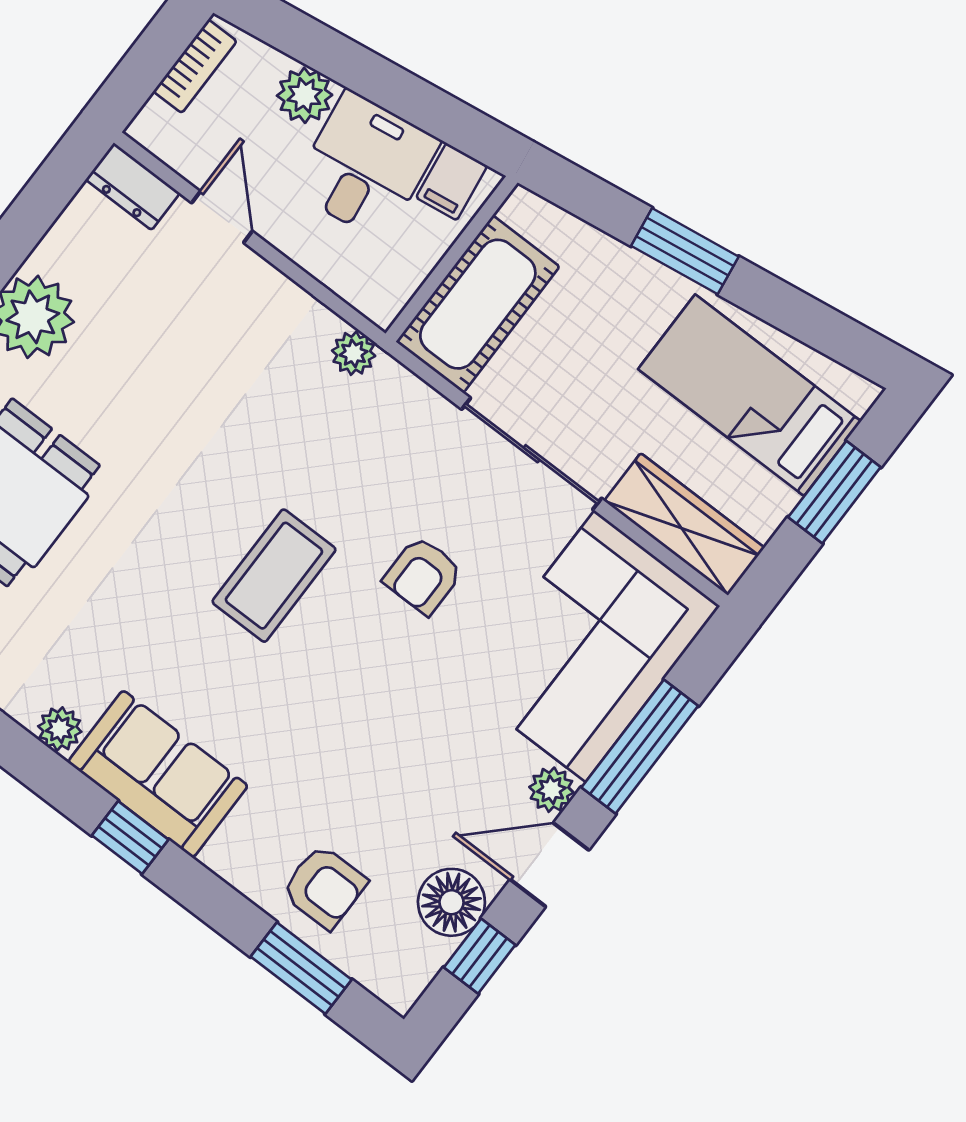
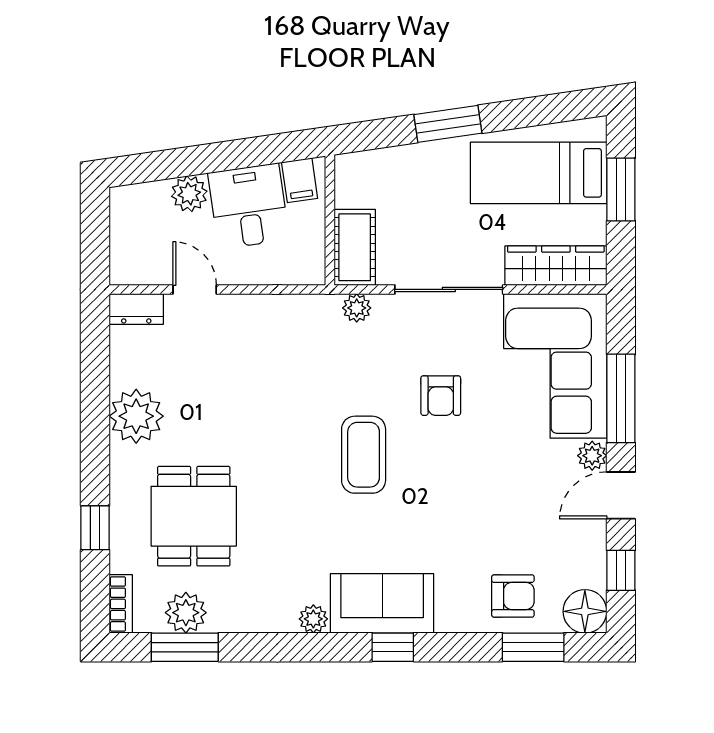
bookcase: (195, 66) -> (121, 222), removed
cot: (478, 304) -> (355, 247), width x0.73, depth x0.75
plant: (354, 353) -> (357, 308), moved
floor lamp: (451, 902) -> (585, 611), moved

